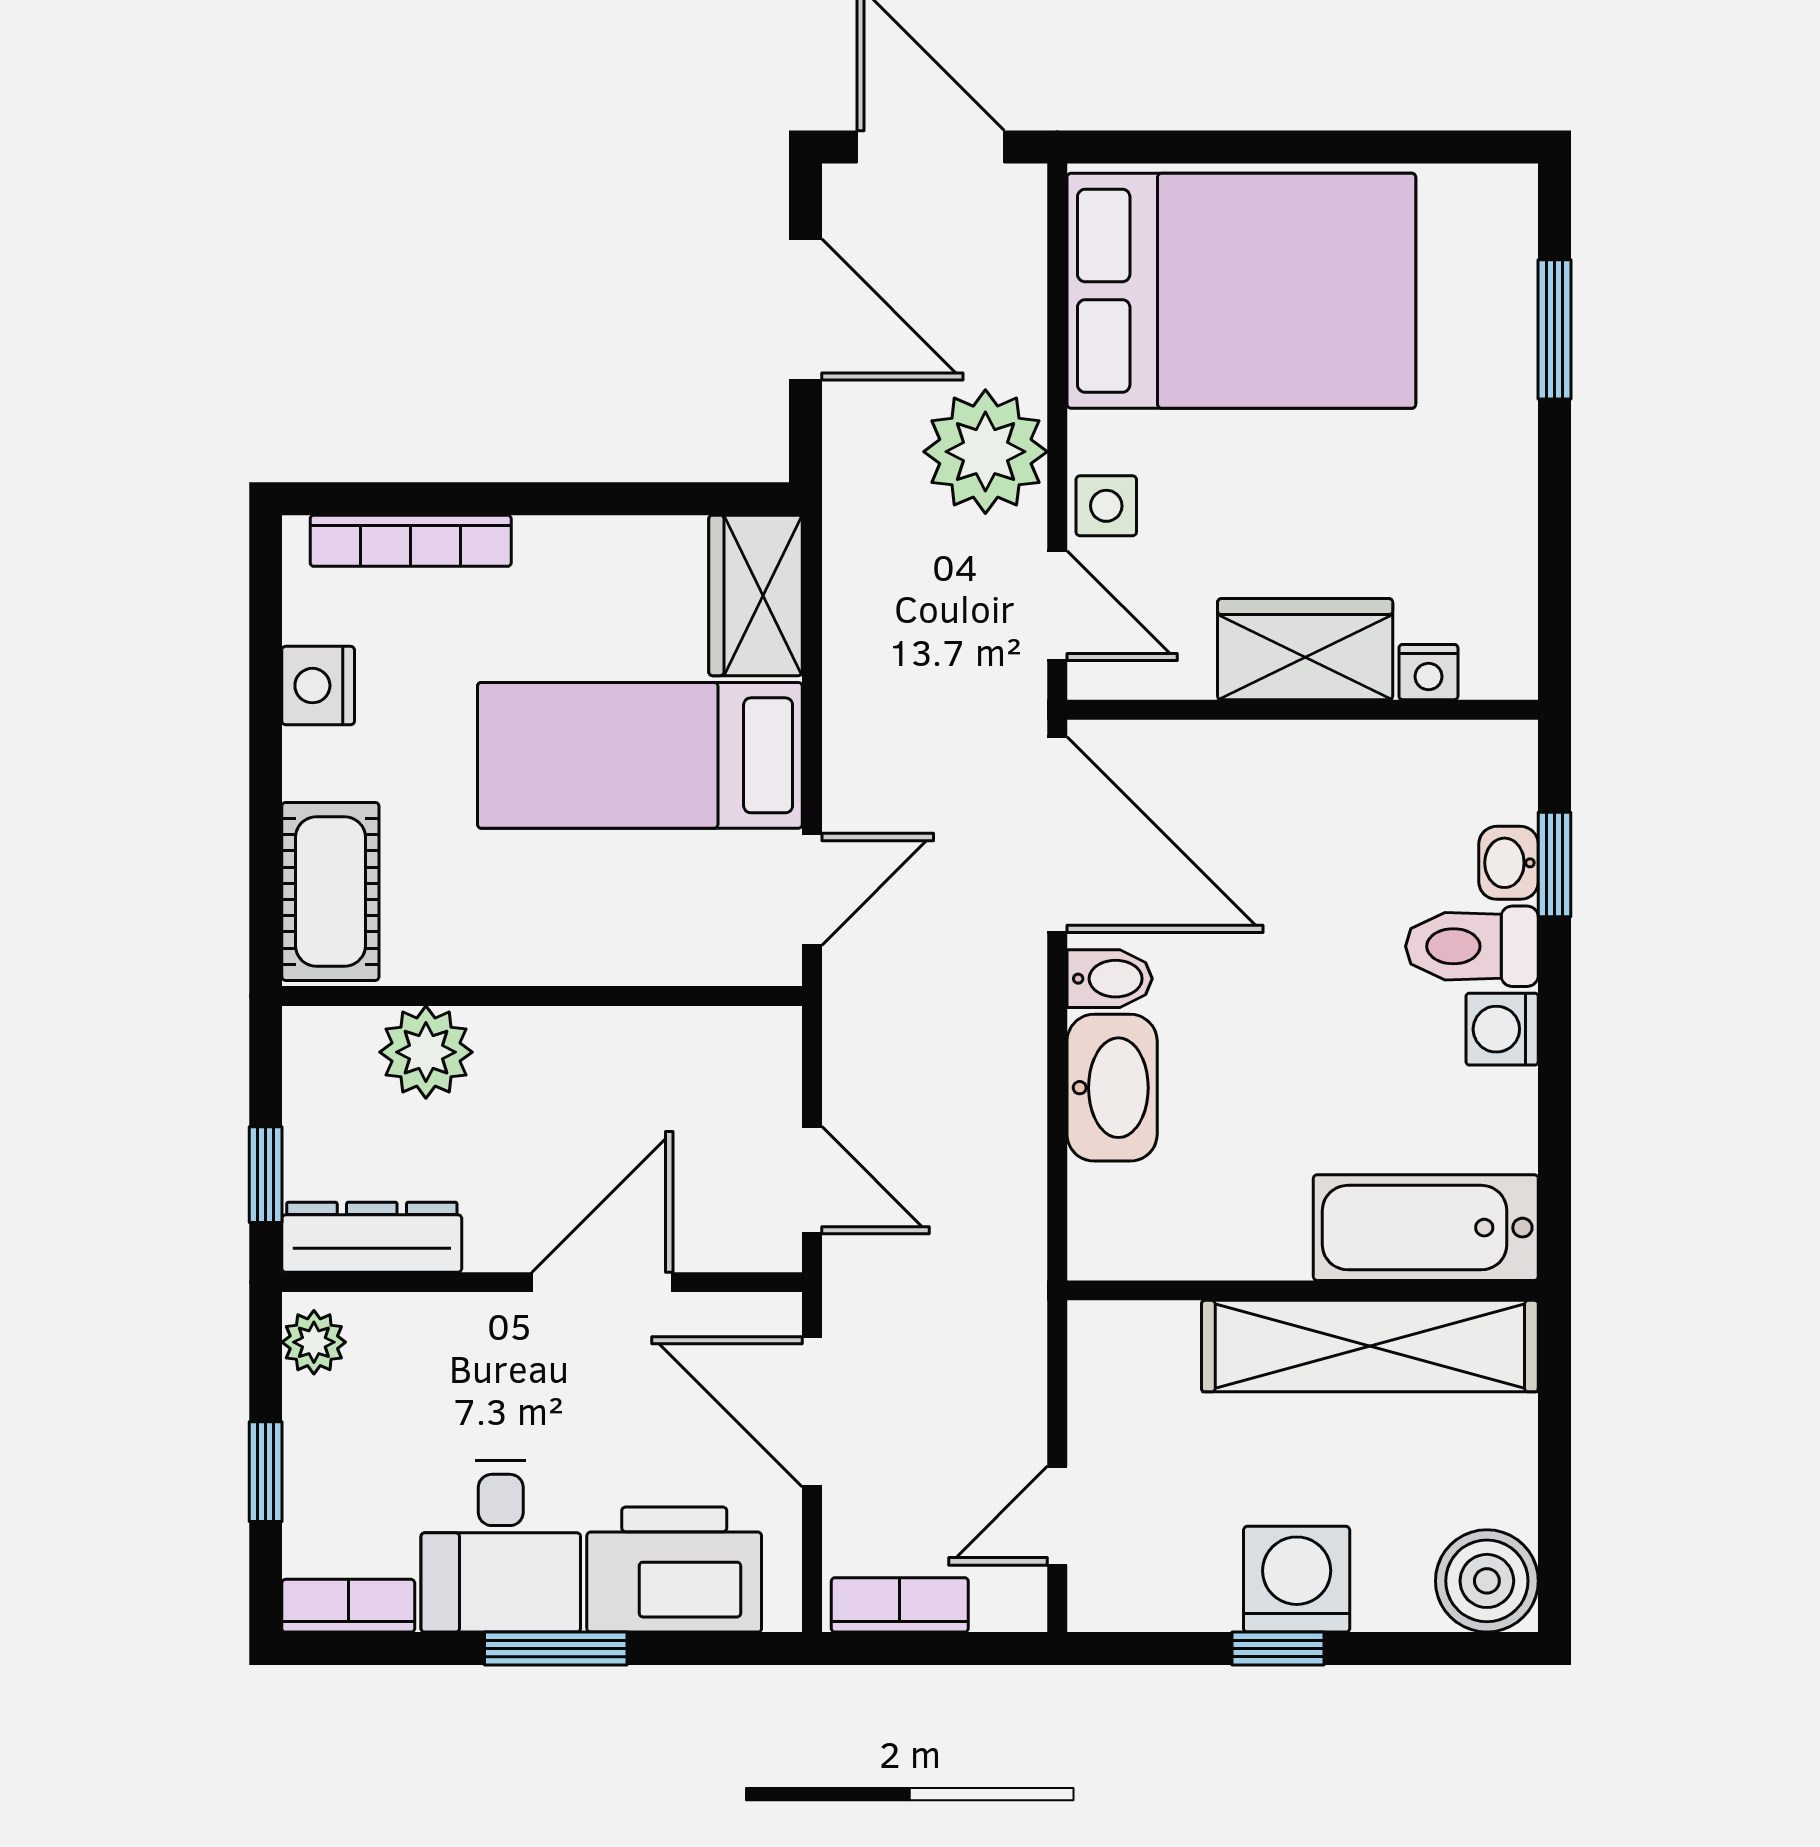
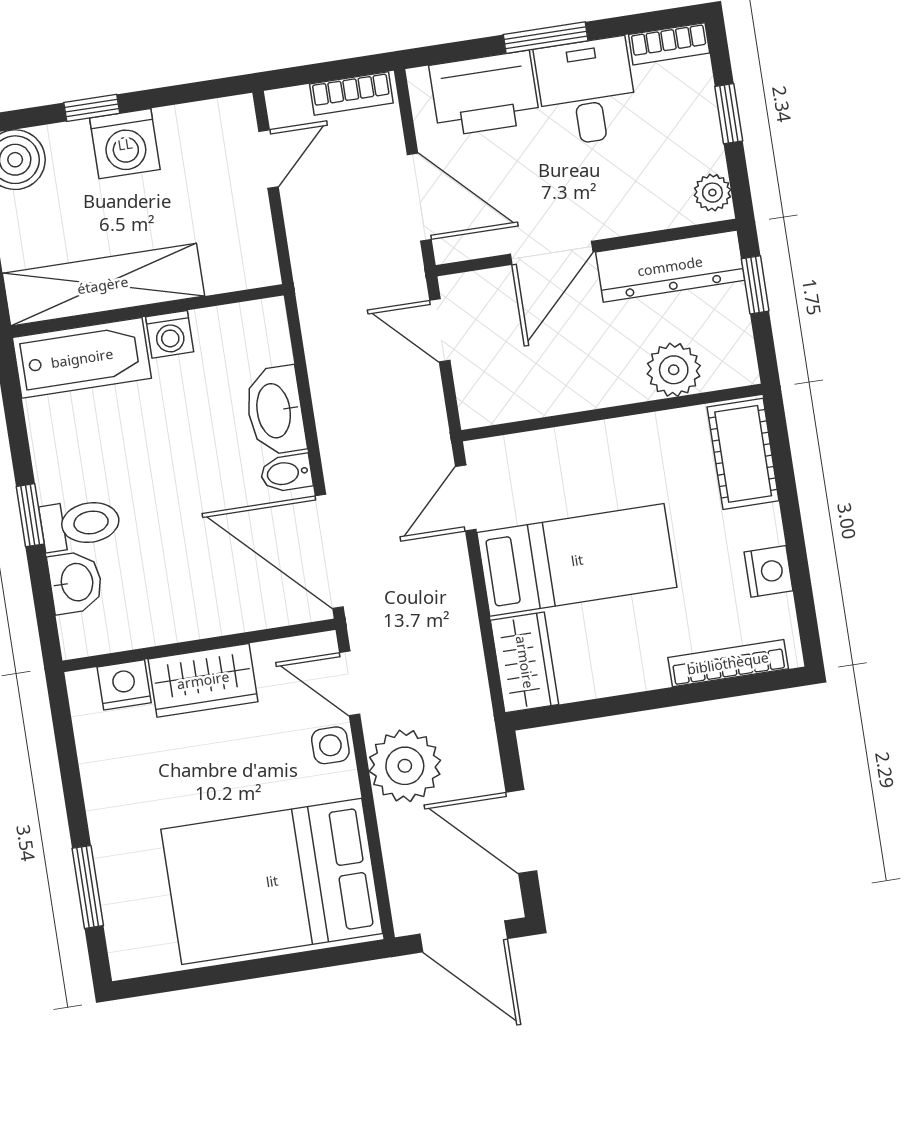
nightstand: (1428, 672) -> (124, 685), width x1.39, depth x1.35
washbasin: (1509, 863) -> (76, 582), width x1.38, depth x1.45
window: (1555, 865) -> (30, 515), moved
washing machine: (1502, 1029) -> (170, 334), moved, turned 90
dresser: (372, 1237) -> (670, 266), width x1.37, depth x1.24
window: (1278, 1649) -> (92, 108), moved

